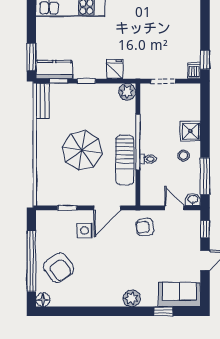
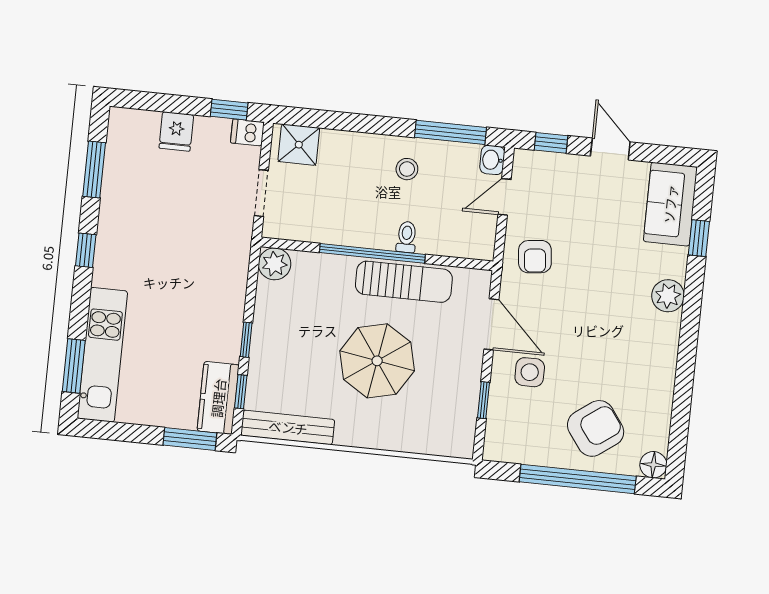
fridge: (114, 69) -> (176, 131), moved, turned -90
bench: (43, 101) -> (288, 427), width x1.36
shower: (190, 131) -> (299, 145), moved

